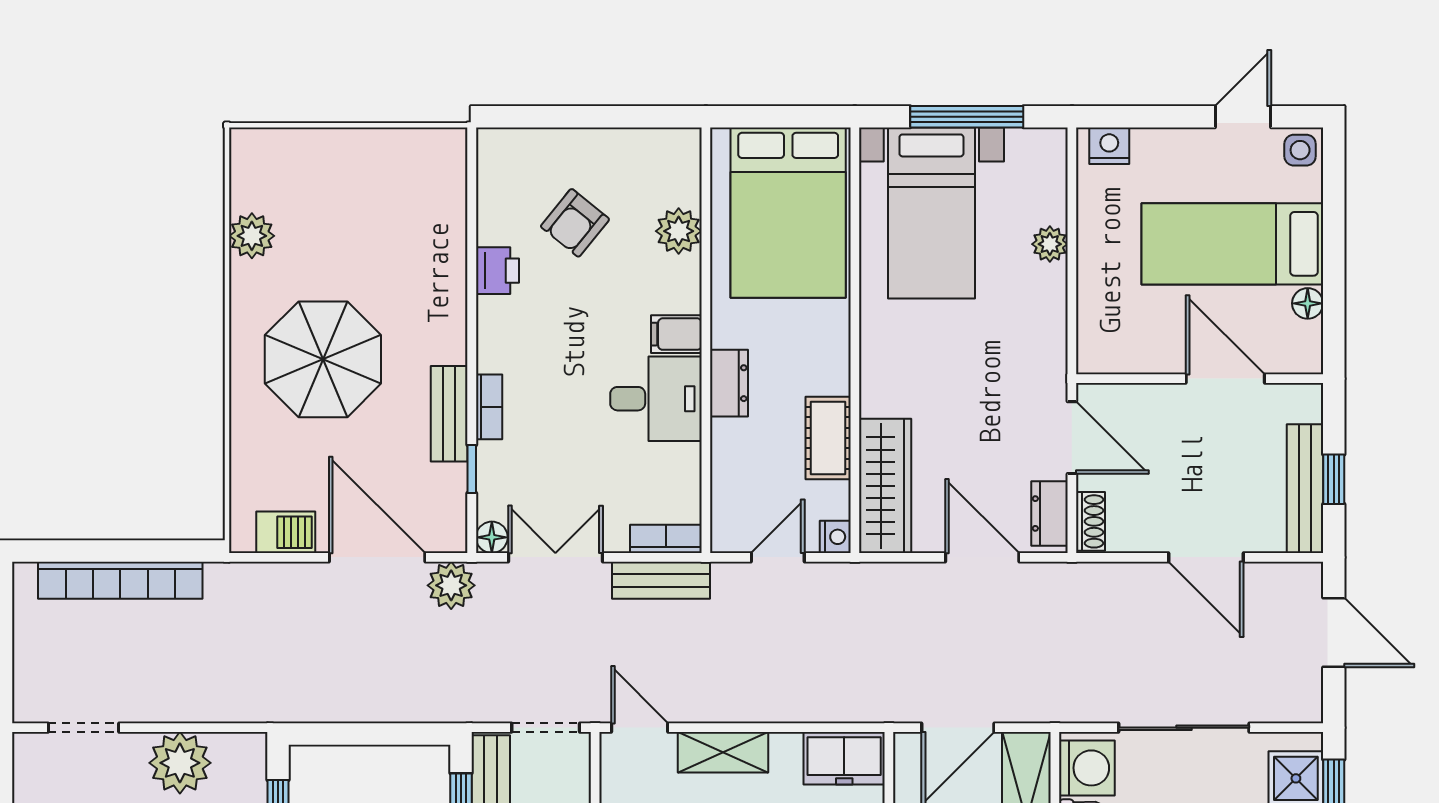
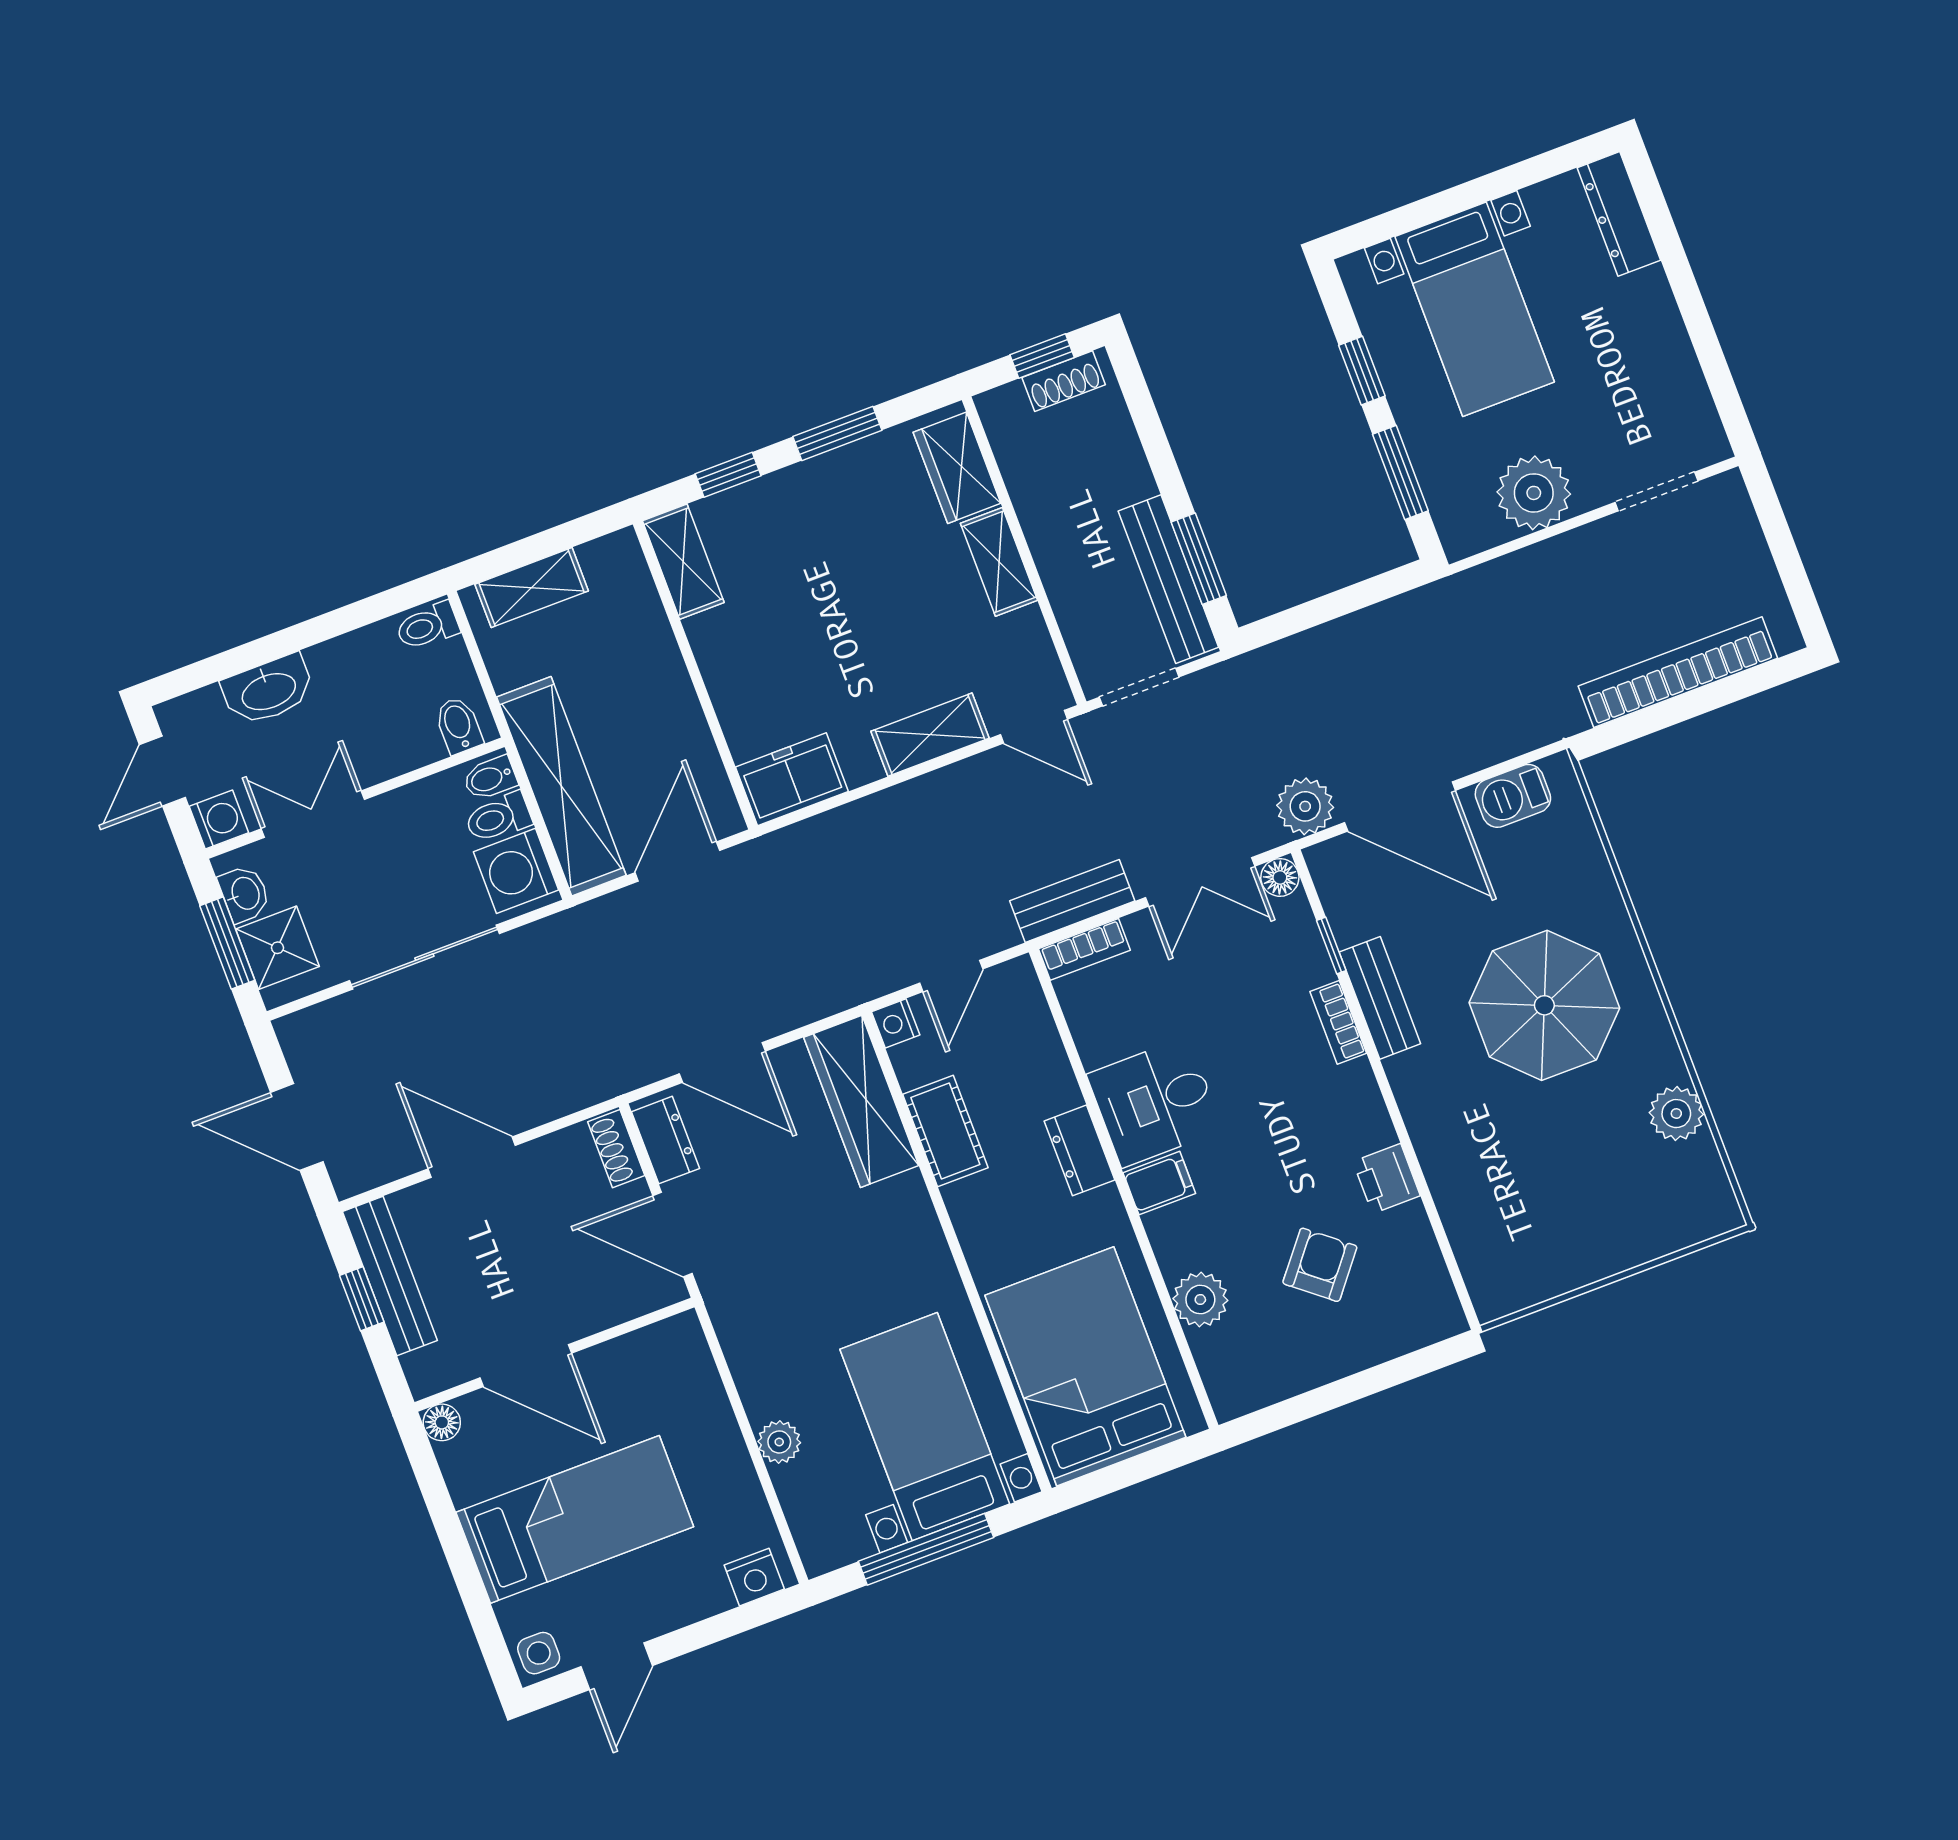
floor lamp: (1308, 303) -> (442, 1422), moved

